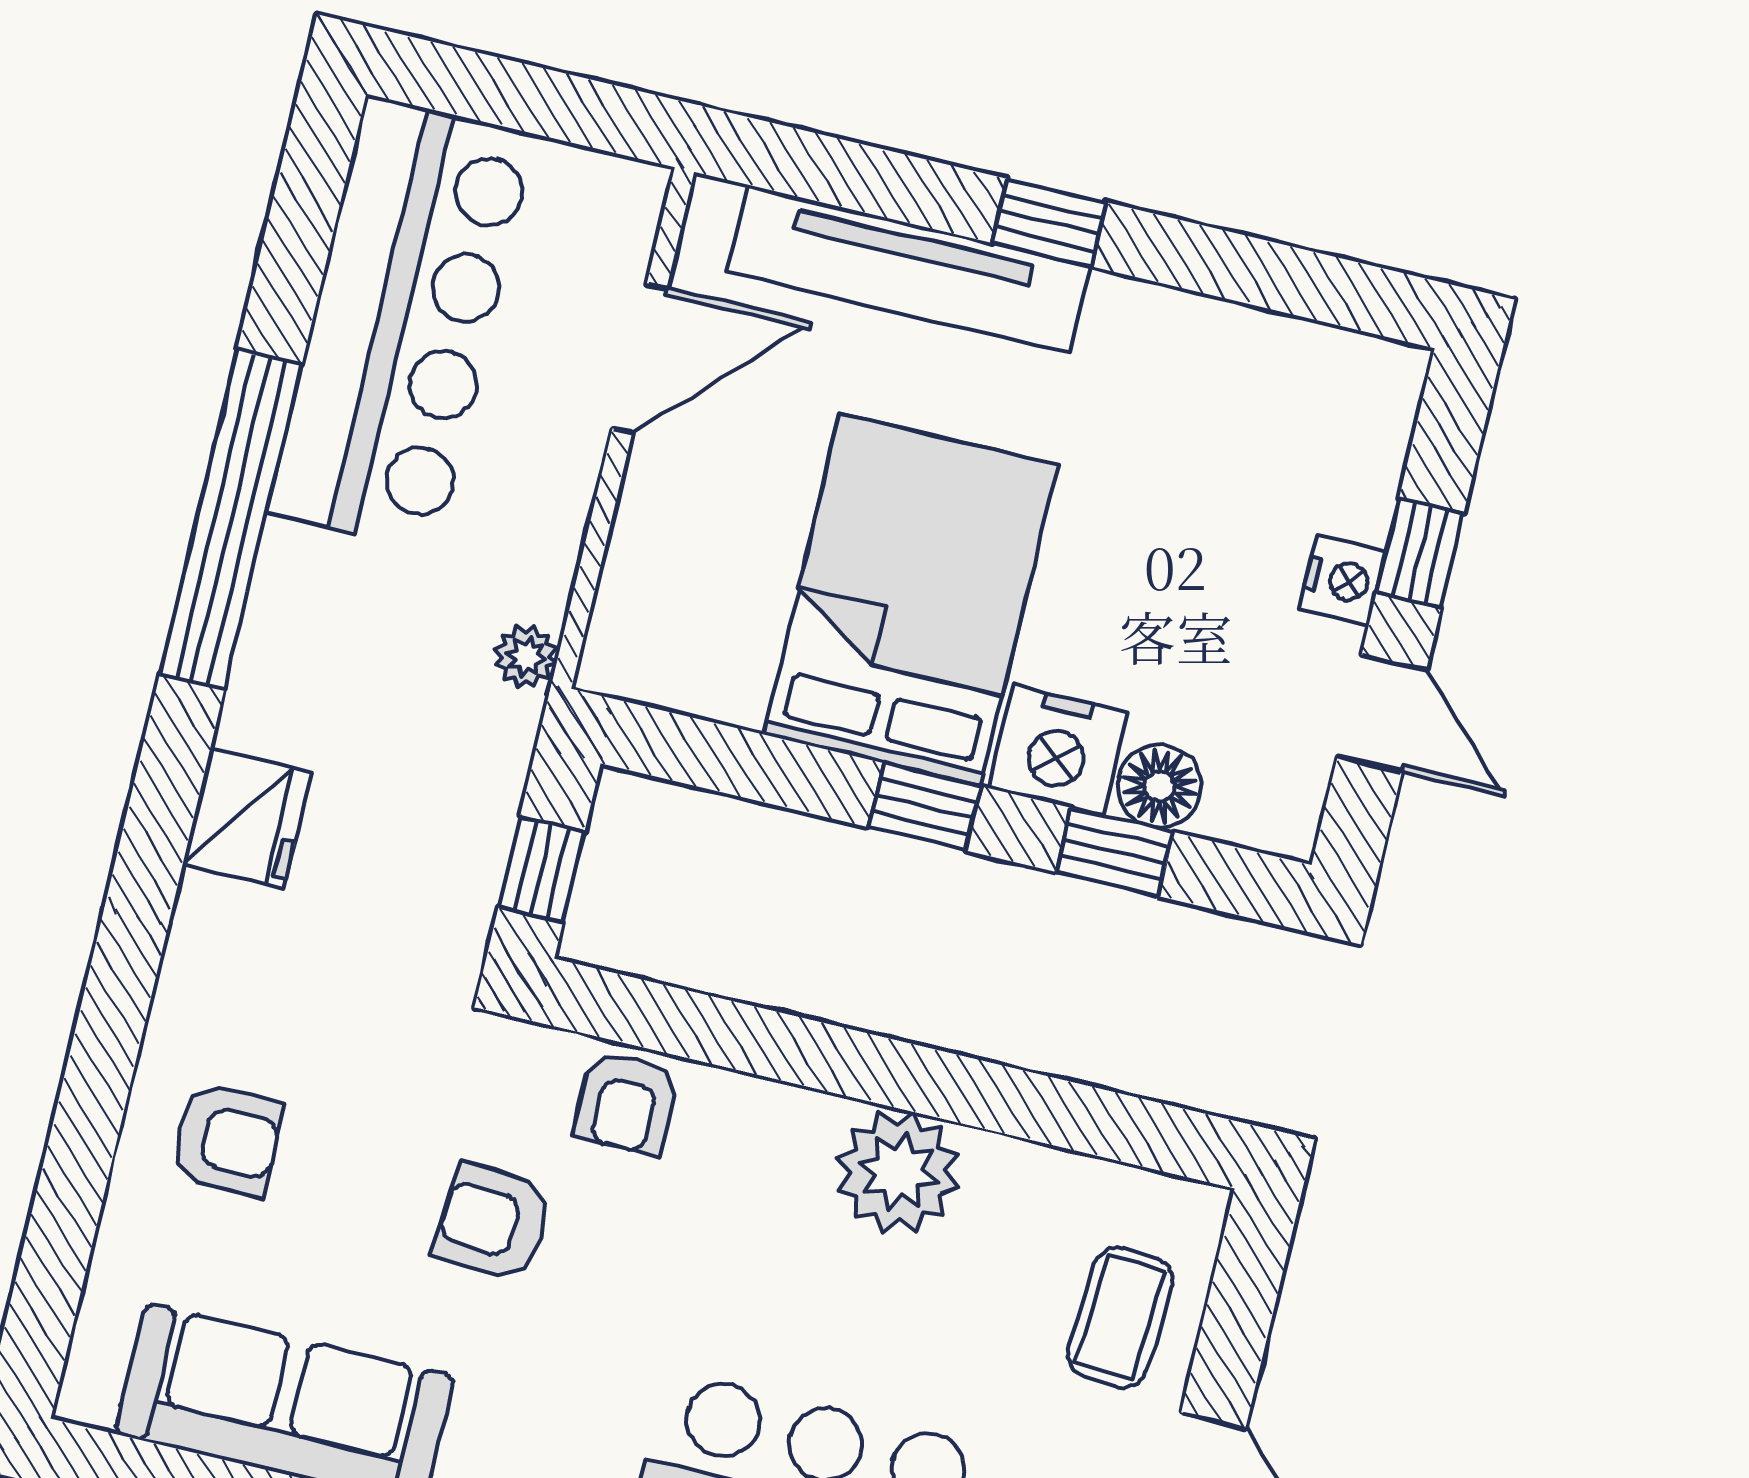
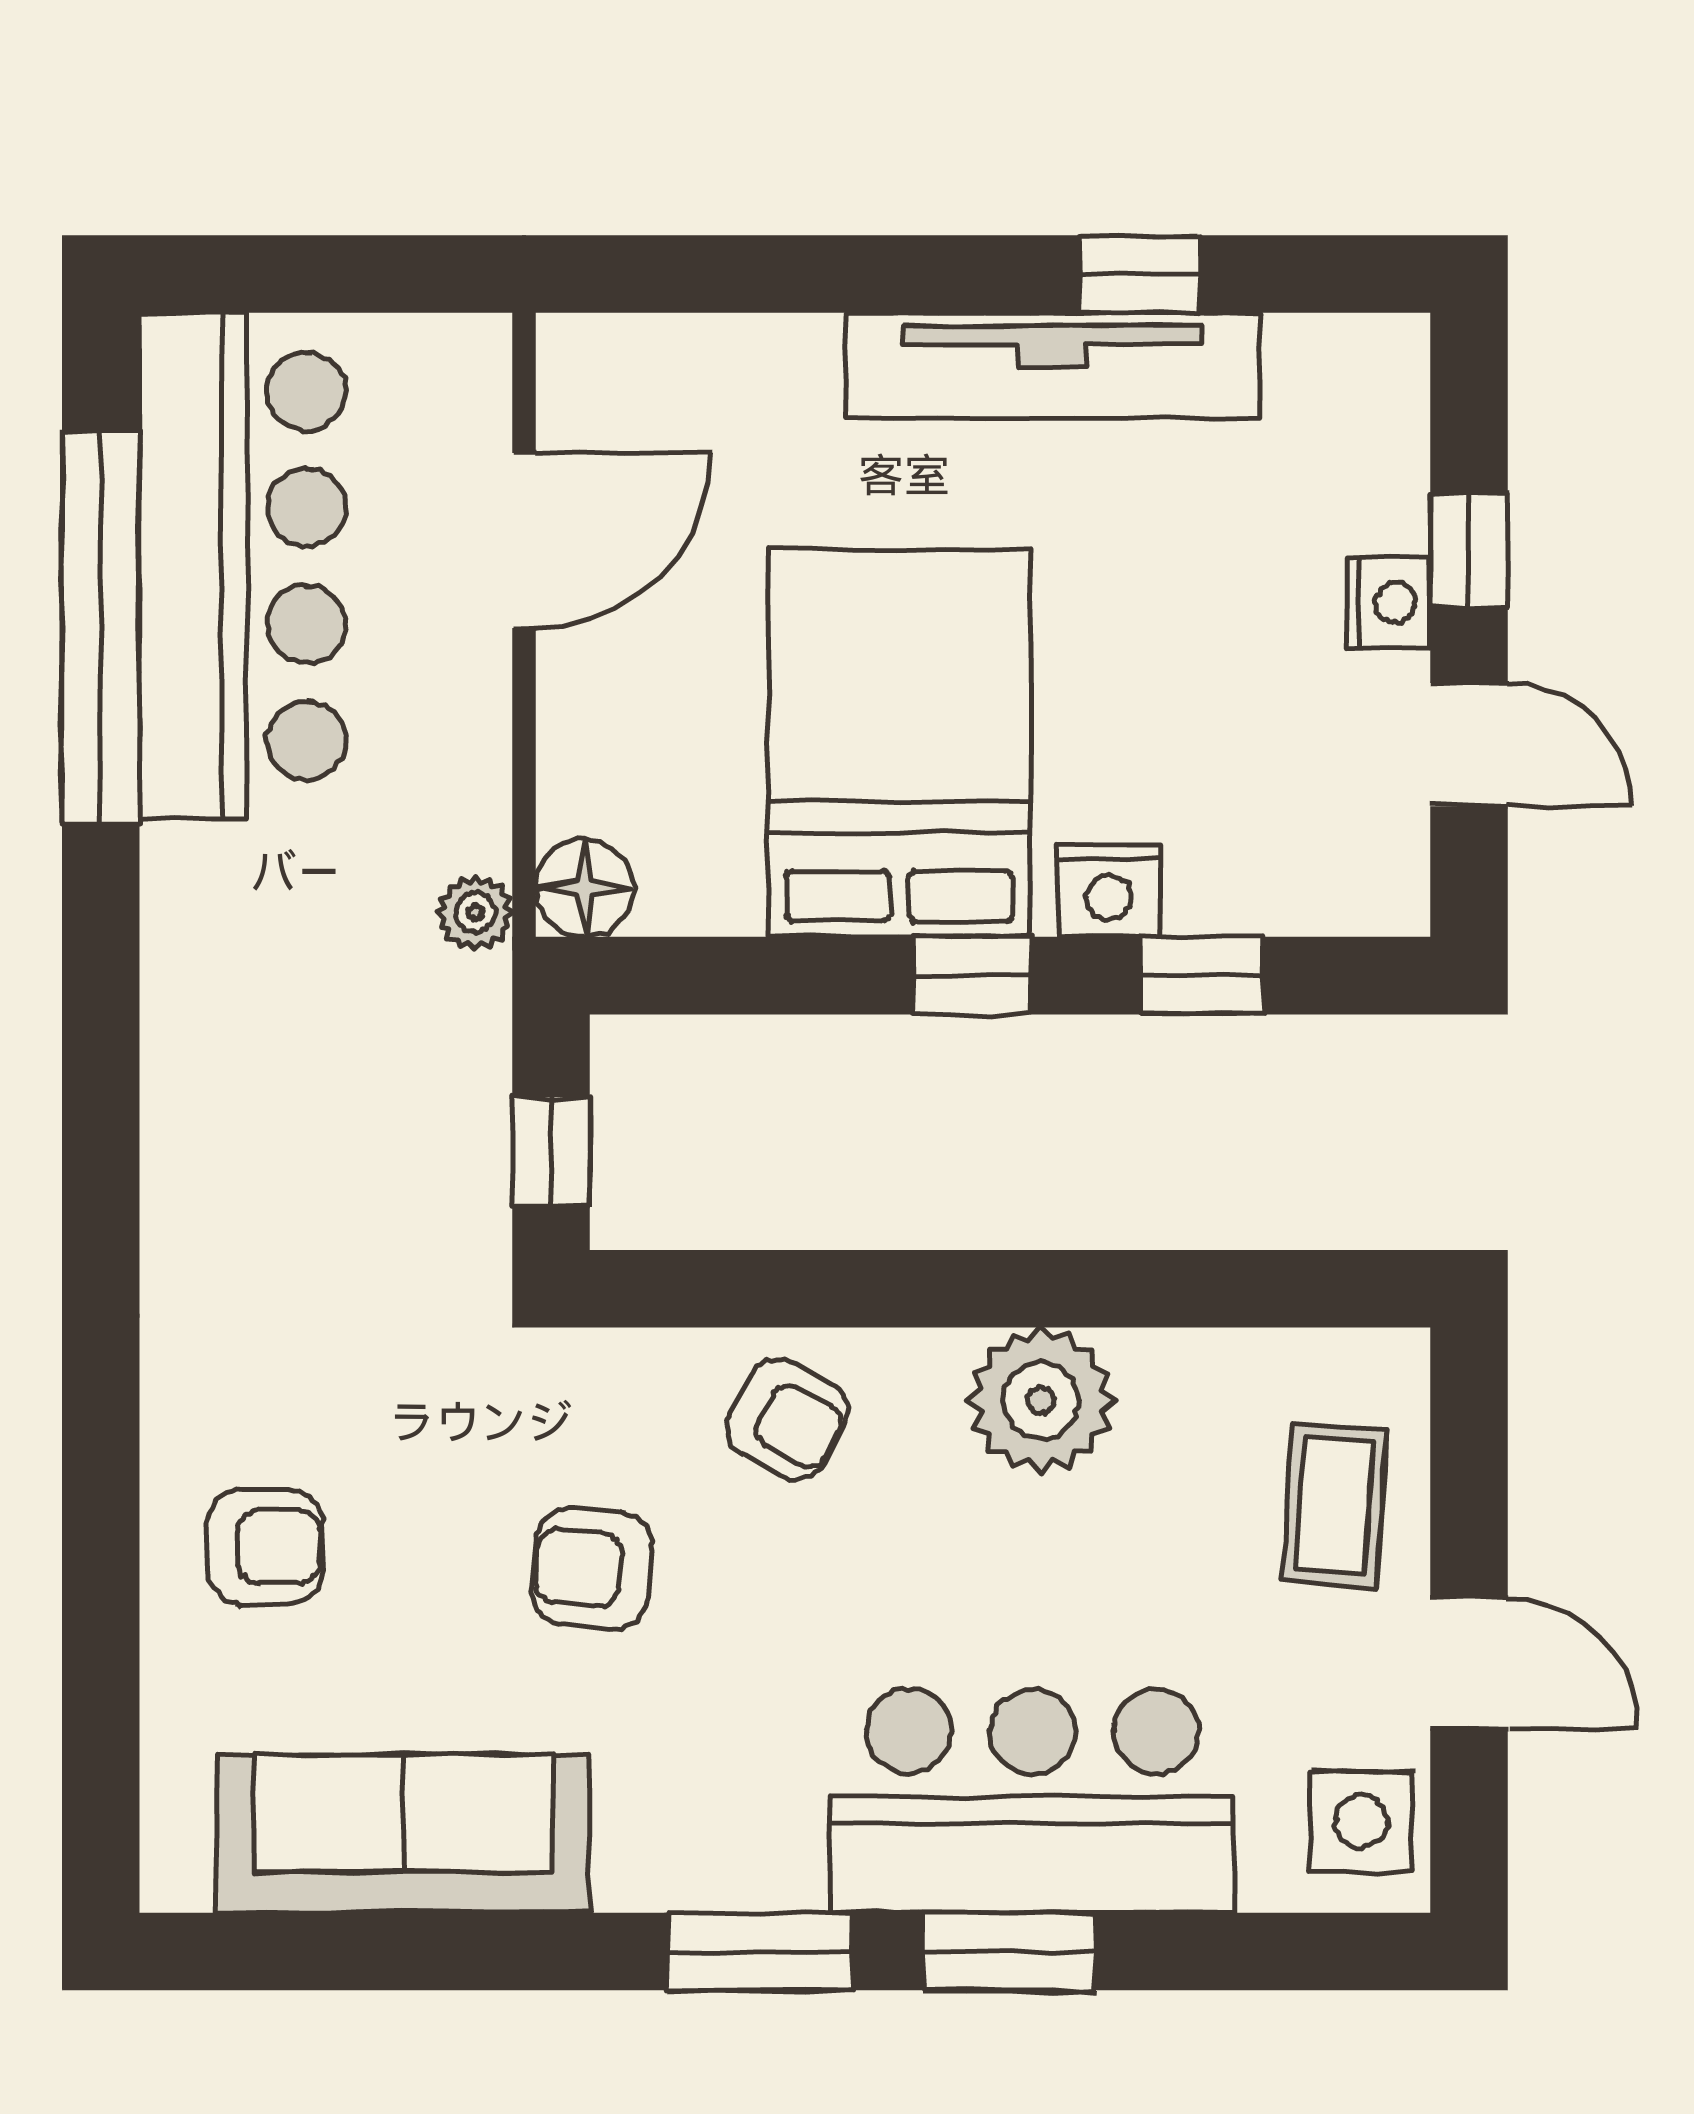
window: (1049, 223) -> (1139, 274), moved
tv unit: (908, 269) -> (1053, 366), moved
window: (231, 519) -> (101, 627), moved
nightstand: (1058, 750) -> (1109, 890), width x0.74, depth x0.75
floor lamp: (1160, 786) -> (584, 888), moved
fridge: (247, 818) -> (201, 1173), removed
armchair: (627, 1103) -> (788, 1420), moved, turned -61

